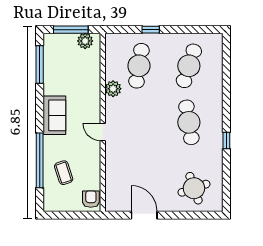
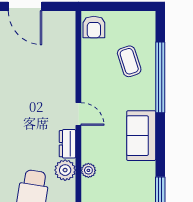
plant: (95, 88) -> (88, 170), added
dresser: (111, 109) -> (68, 144), added

